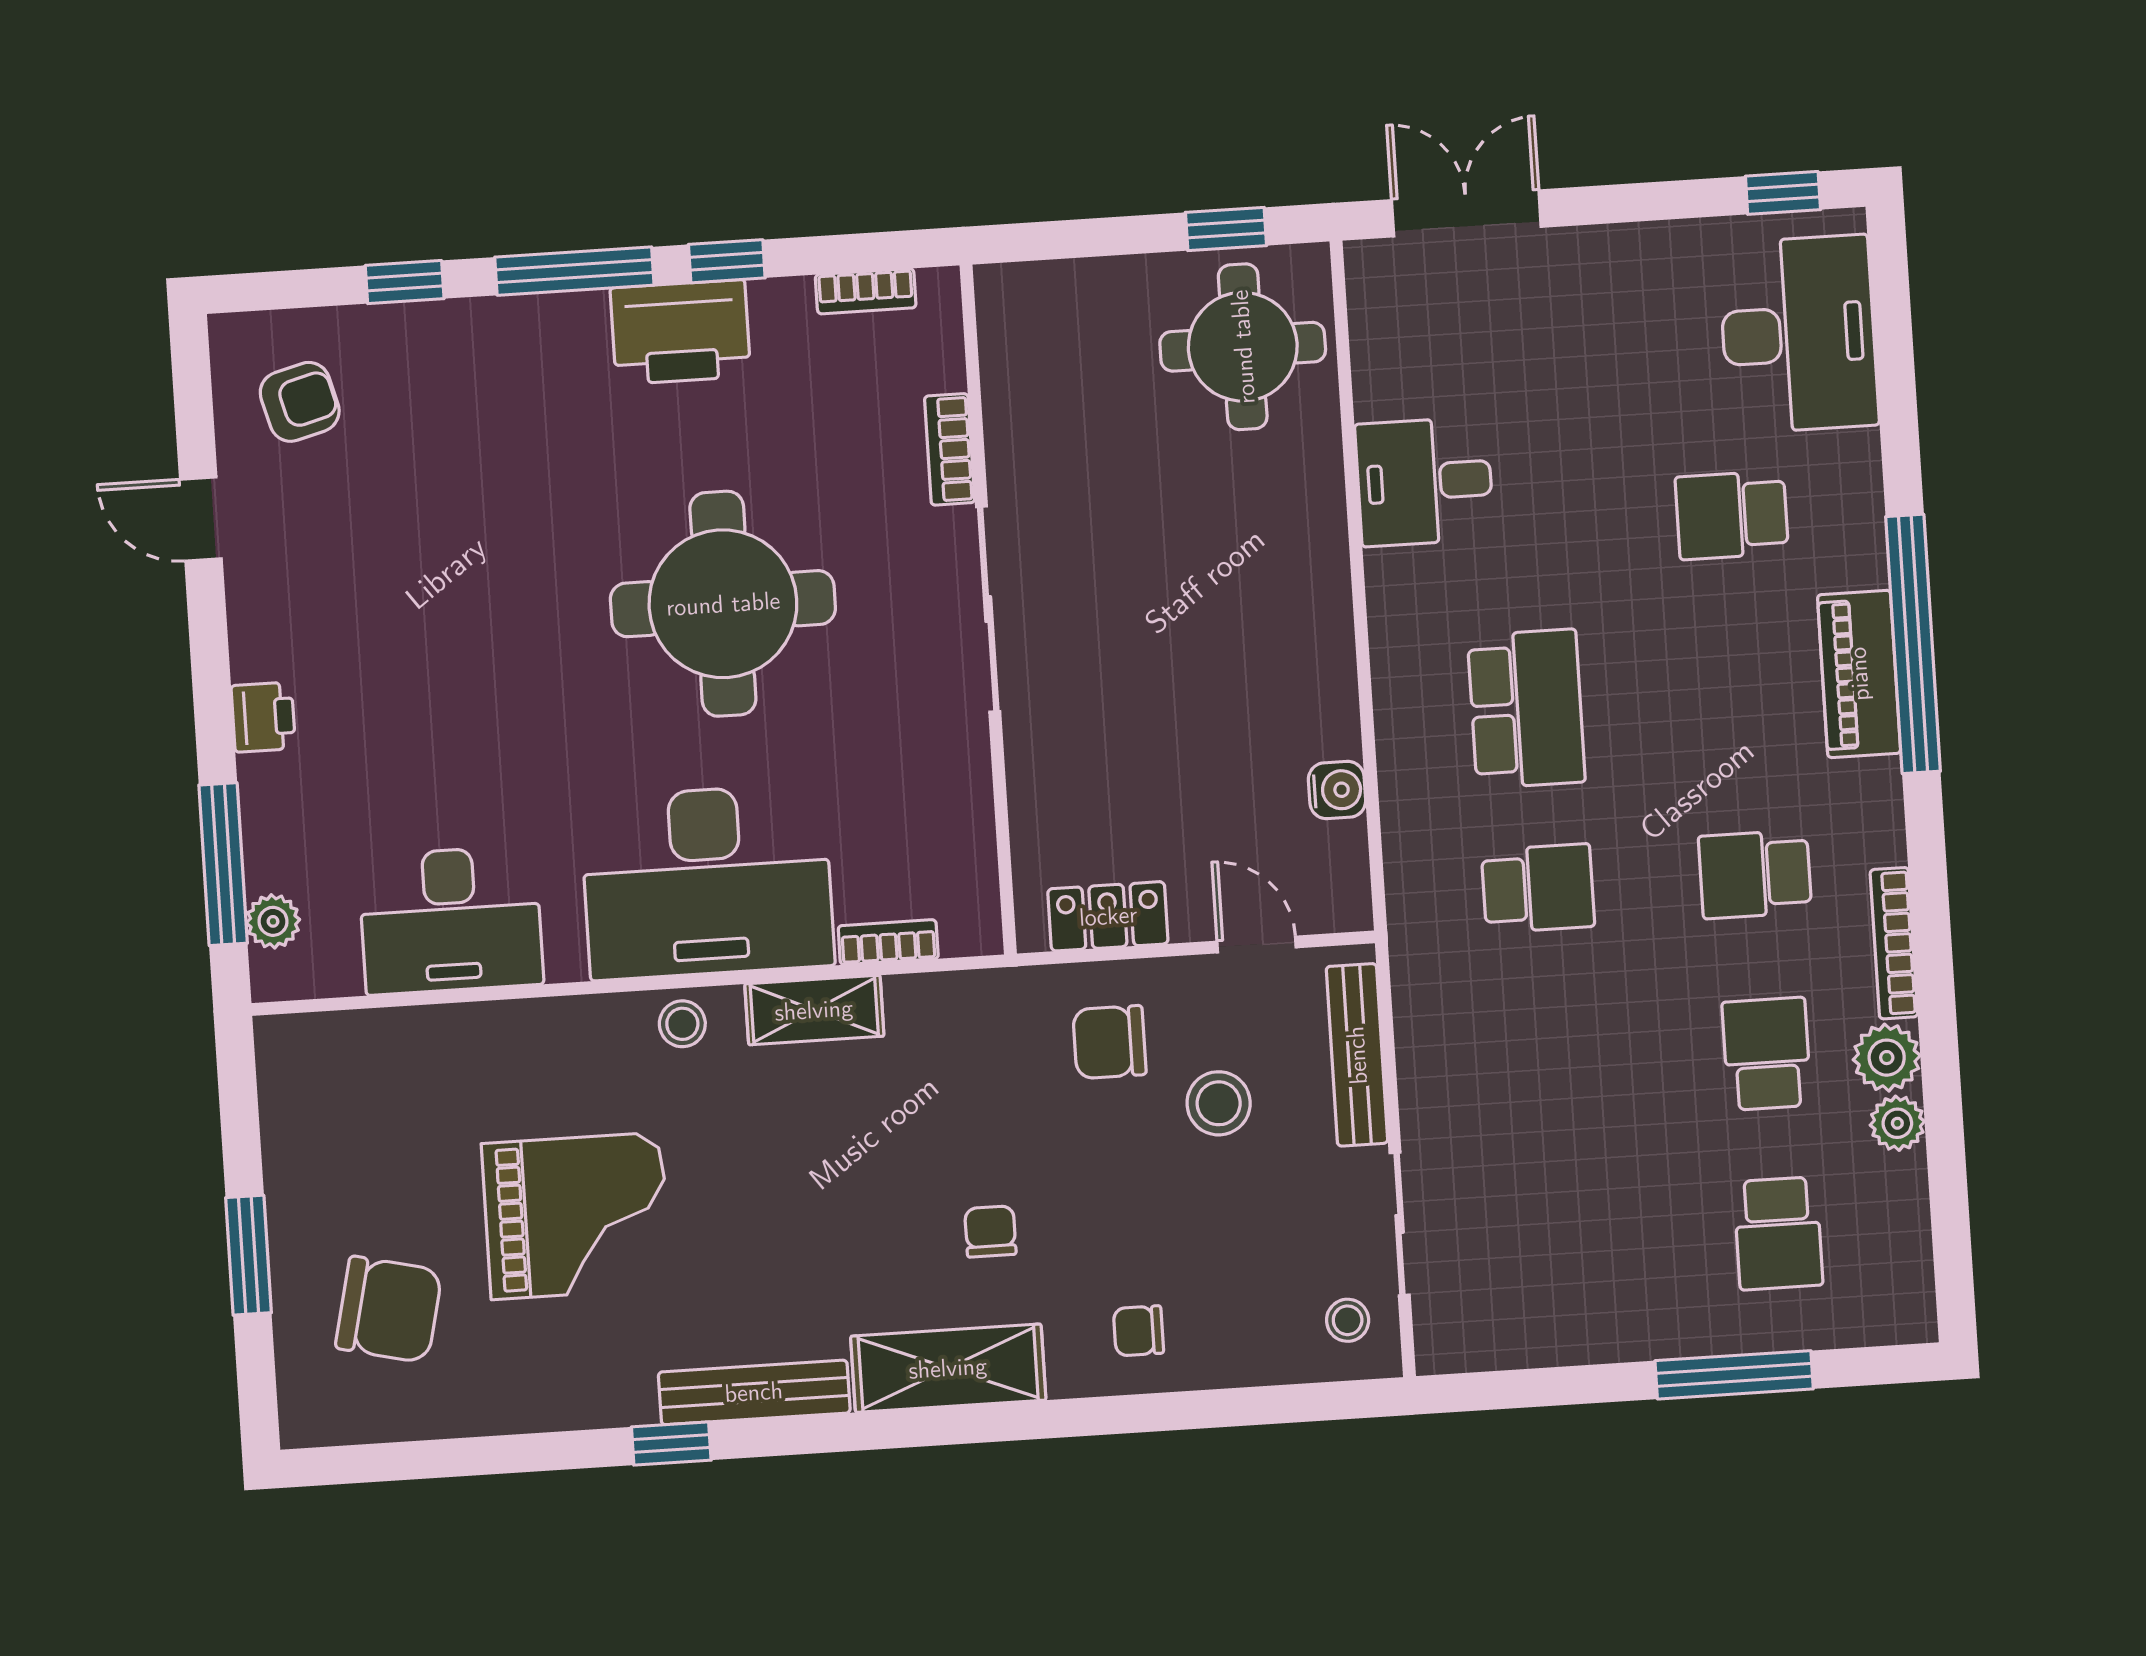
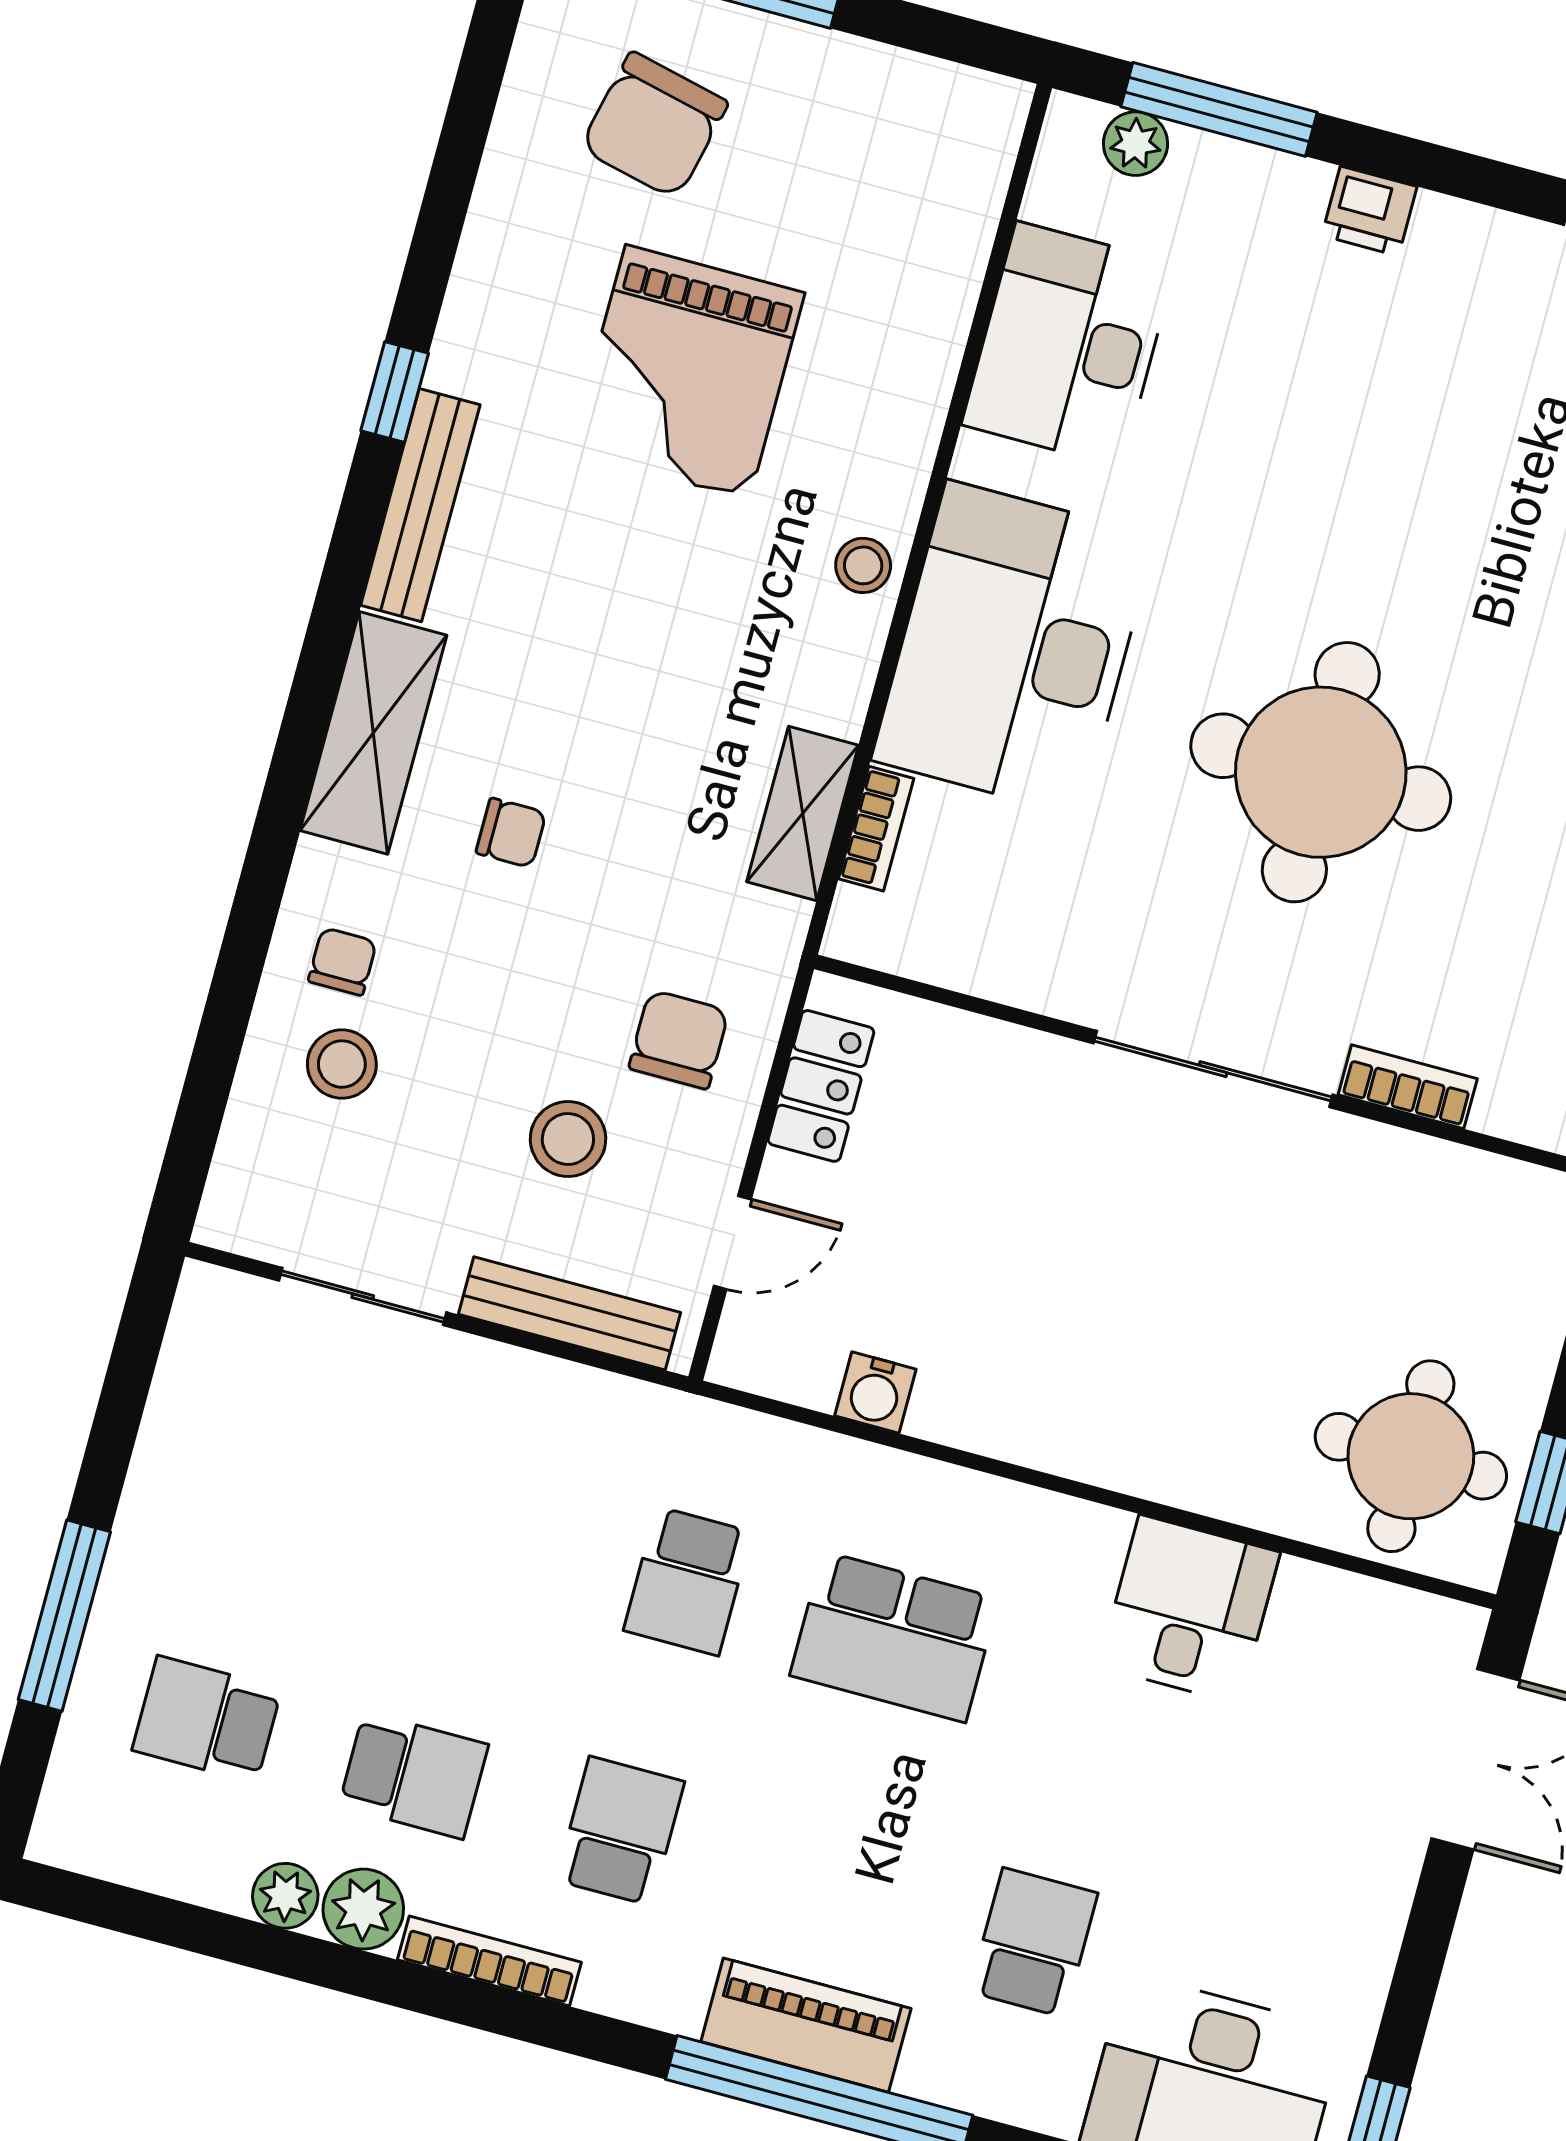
shelving: (814, 1010) -> (803, 813), moved
stool: (1348, 1320) -> (342, 1064), moved, width x1.37, depth x1.37

